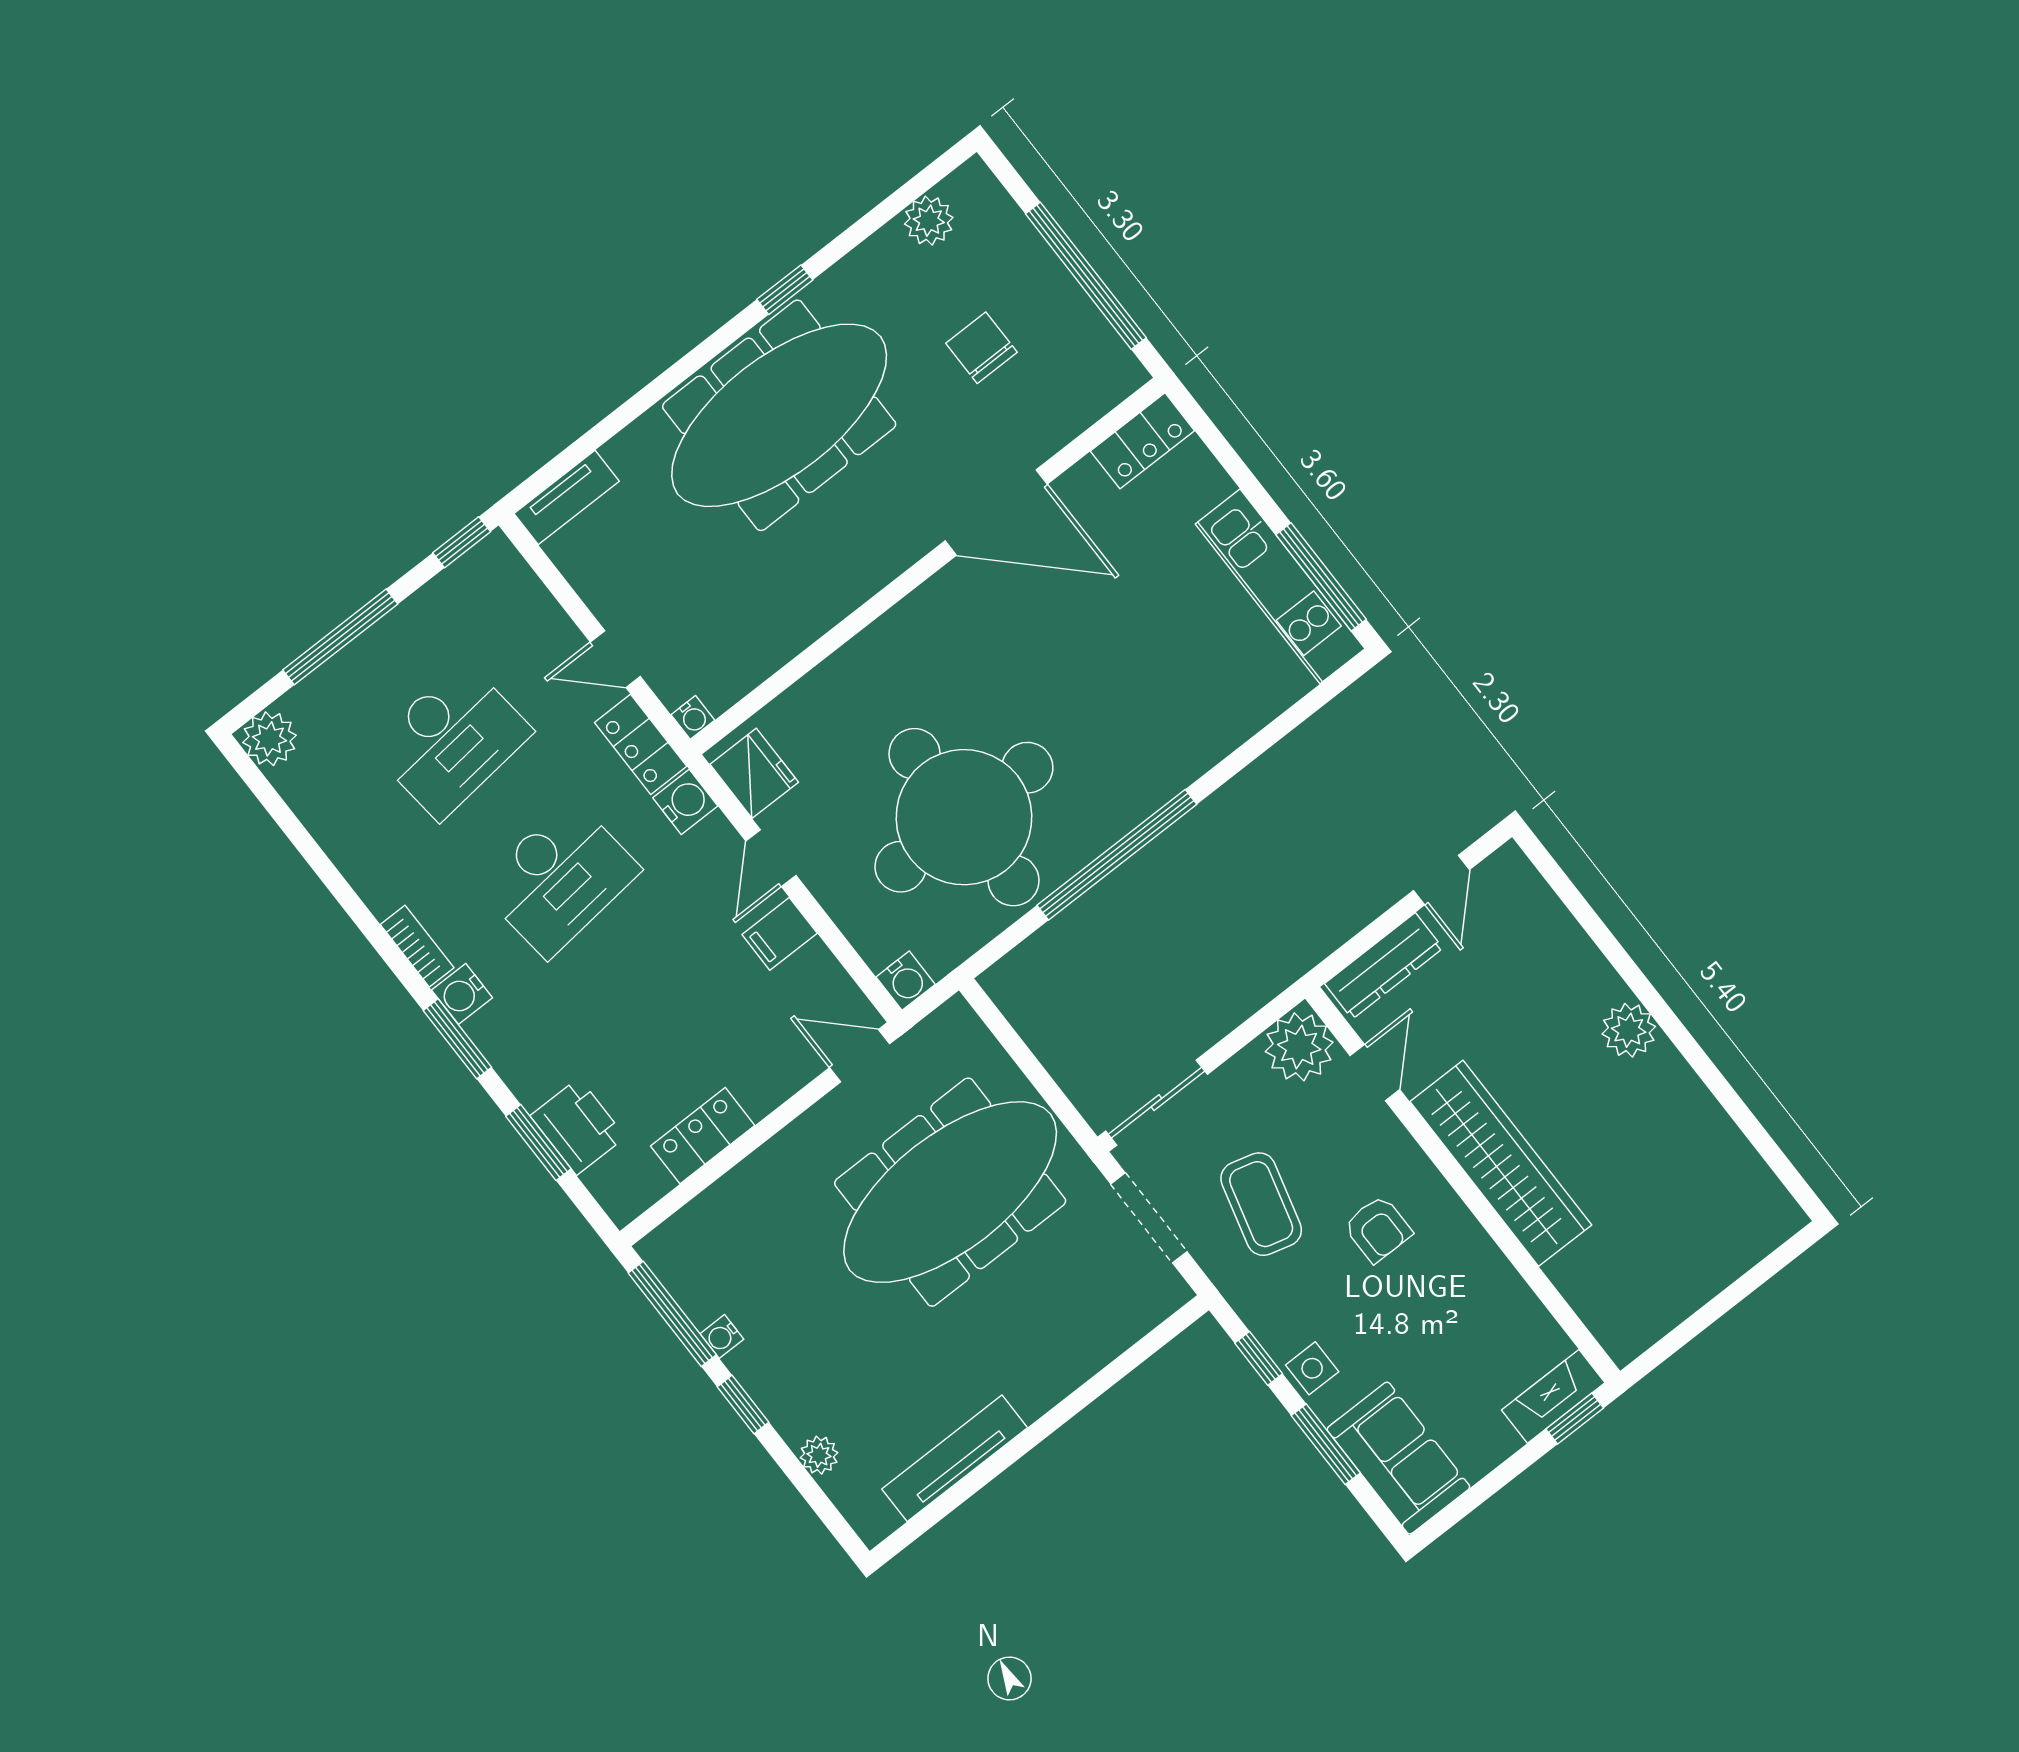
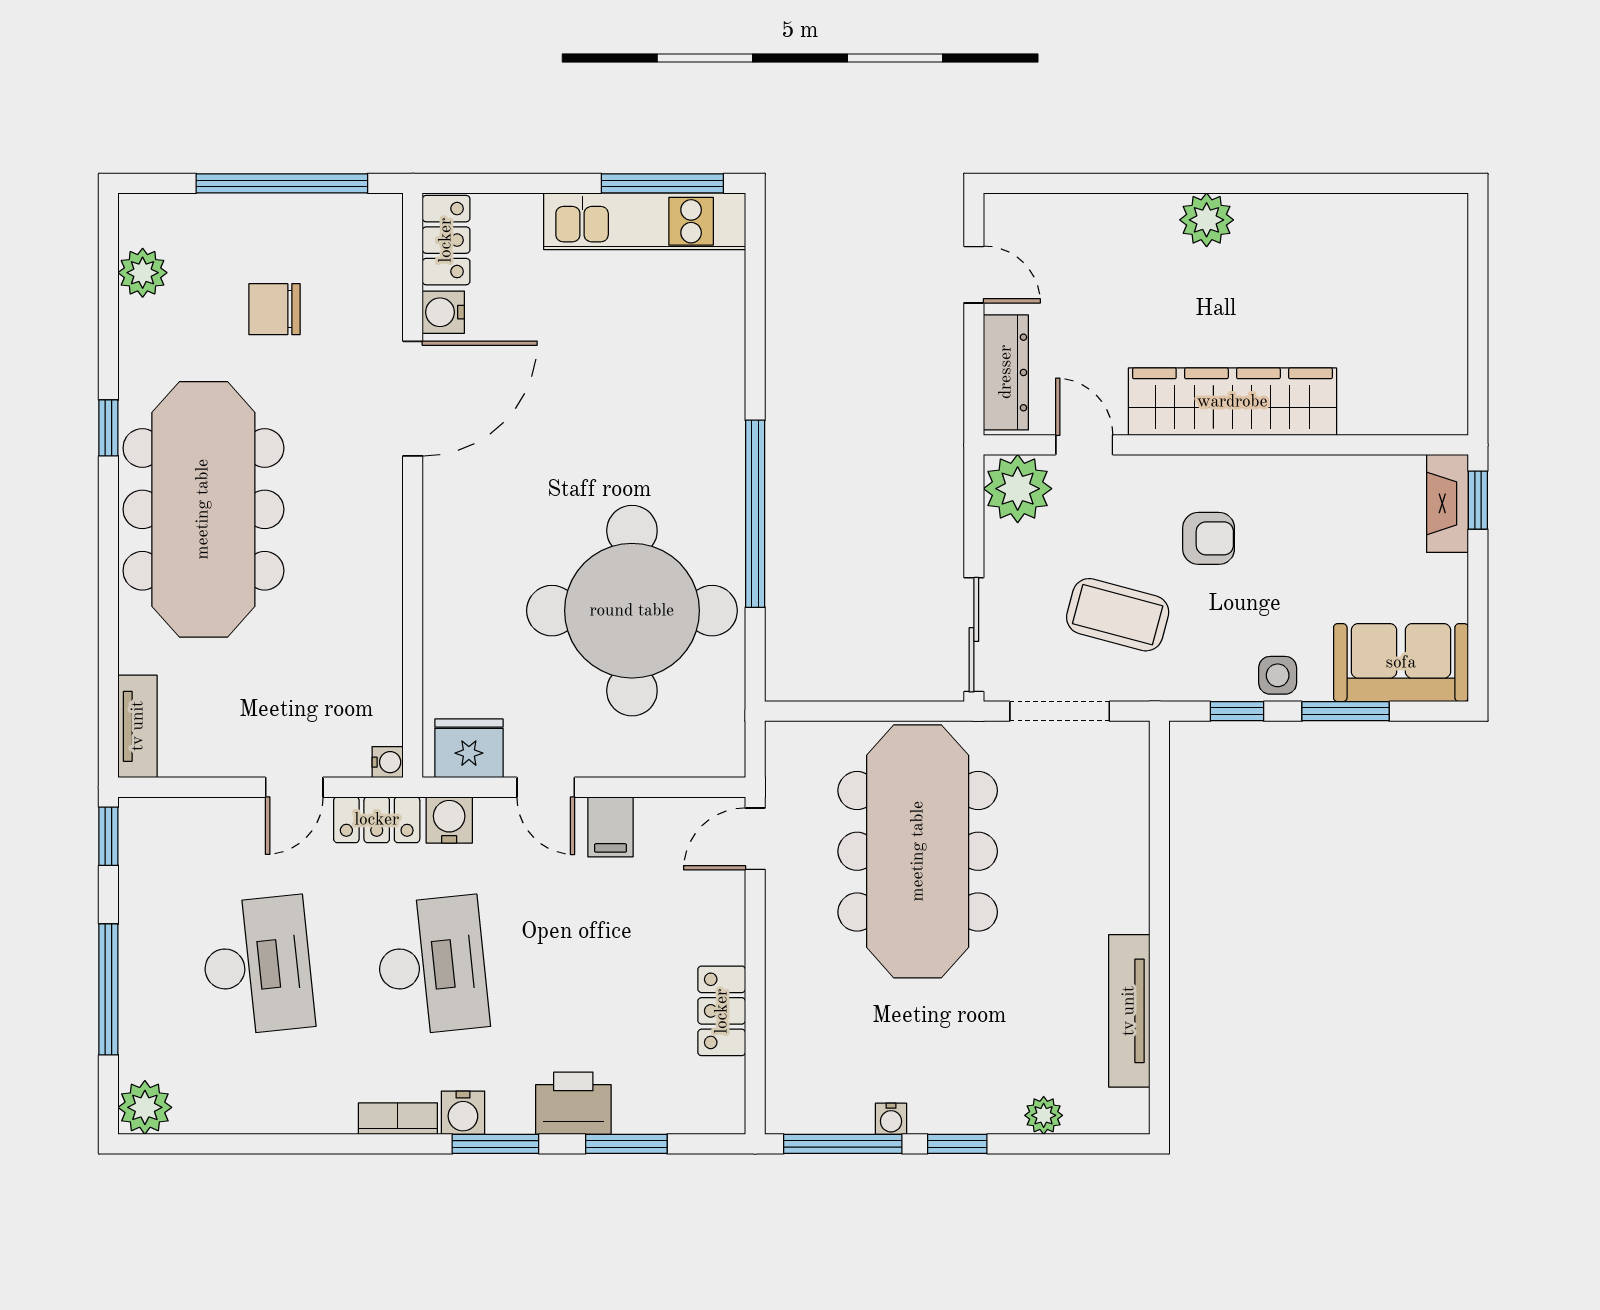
water cooler: (906, 981) -> (443, 312), moved, turned 180
printer: (578, 1126) -> (573, 1103), moved

